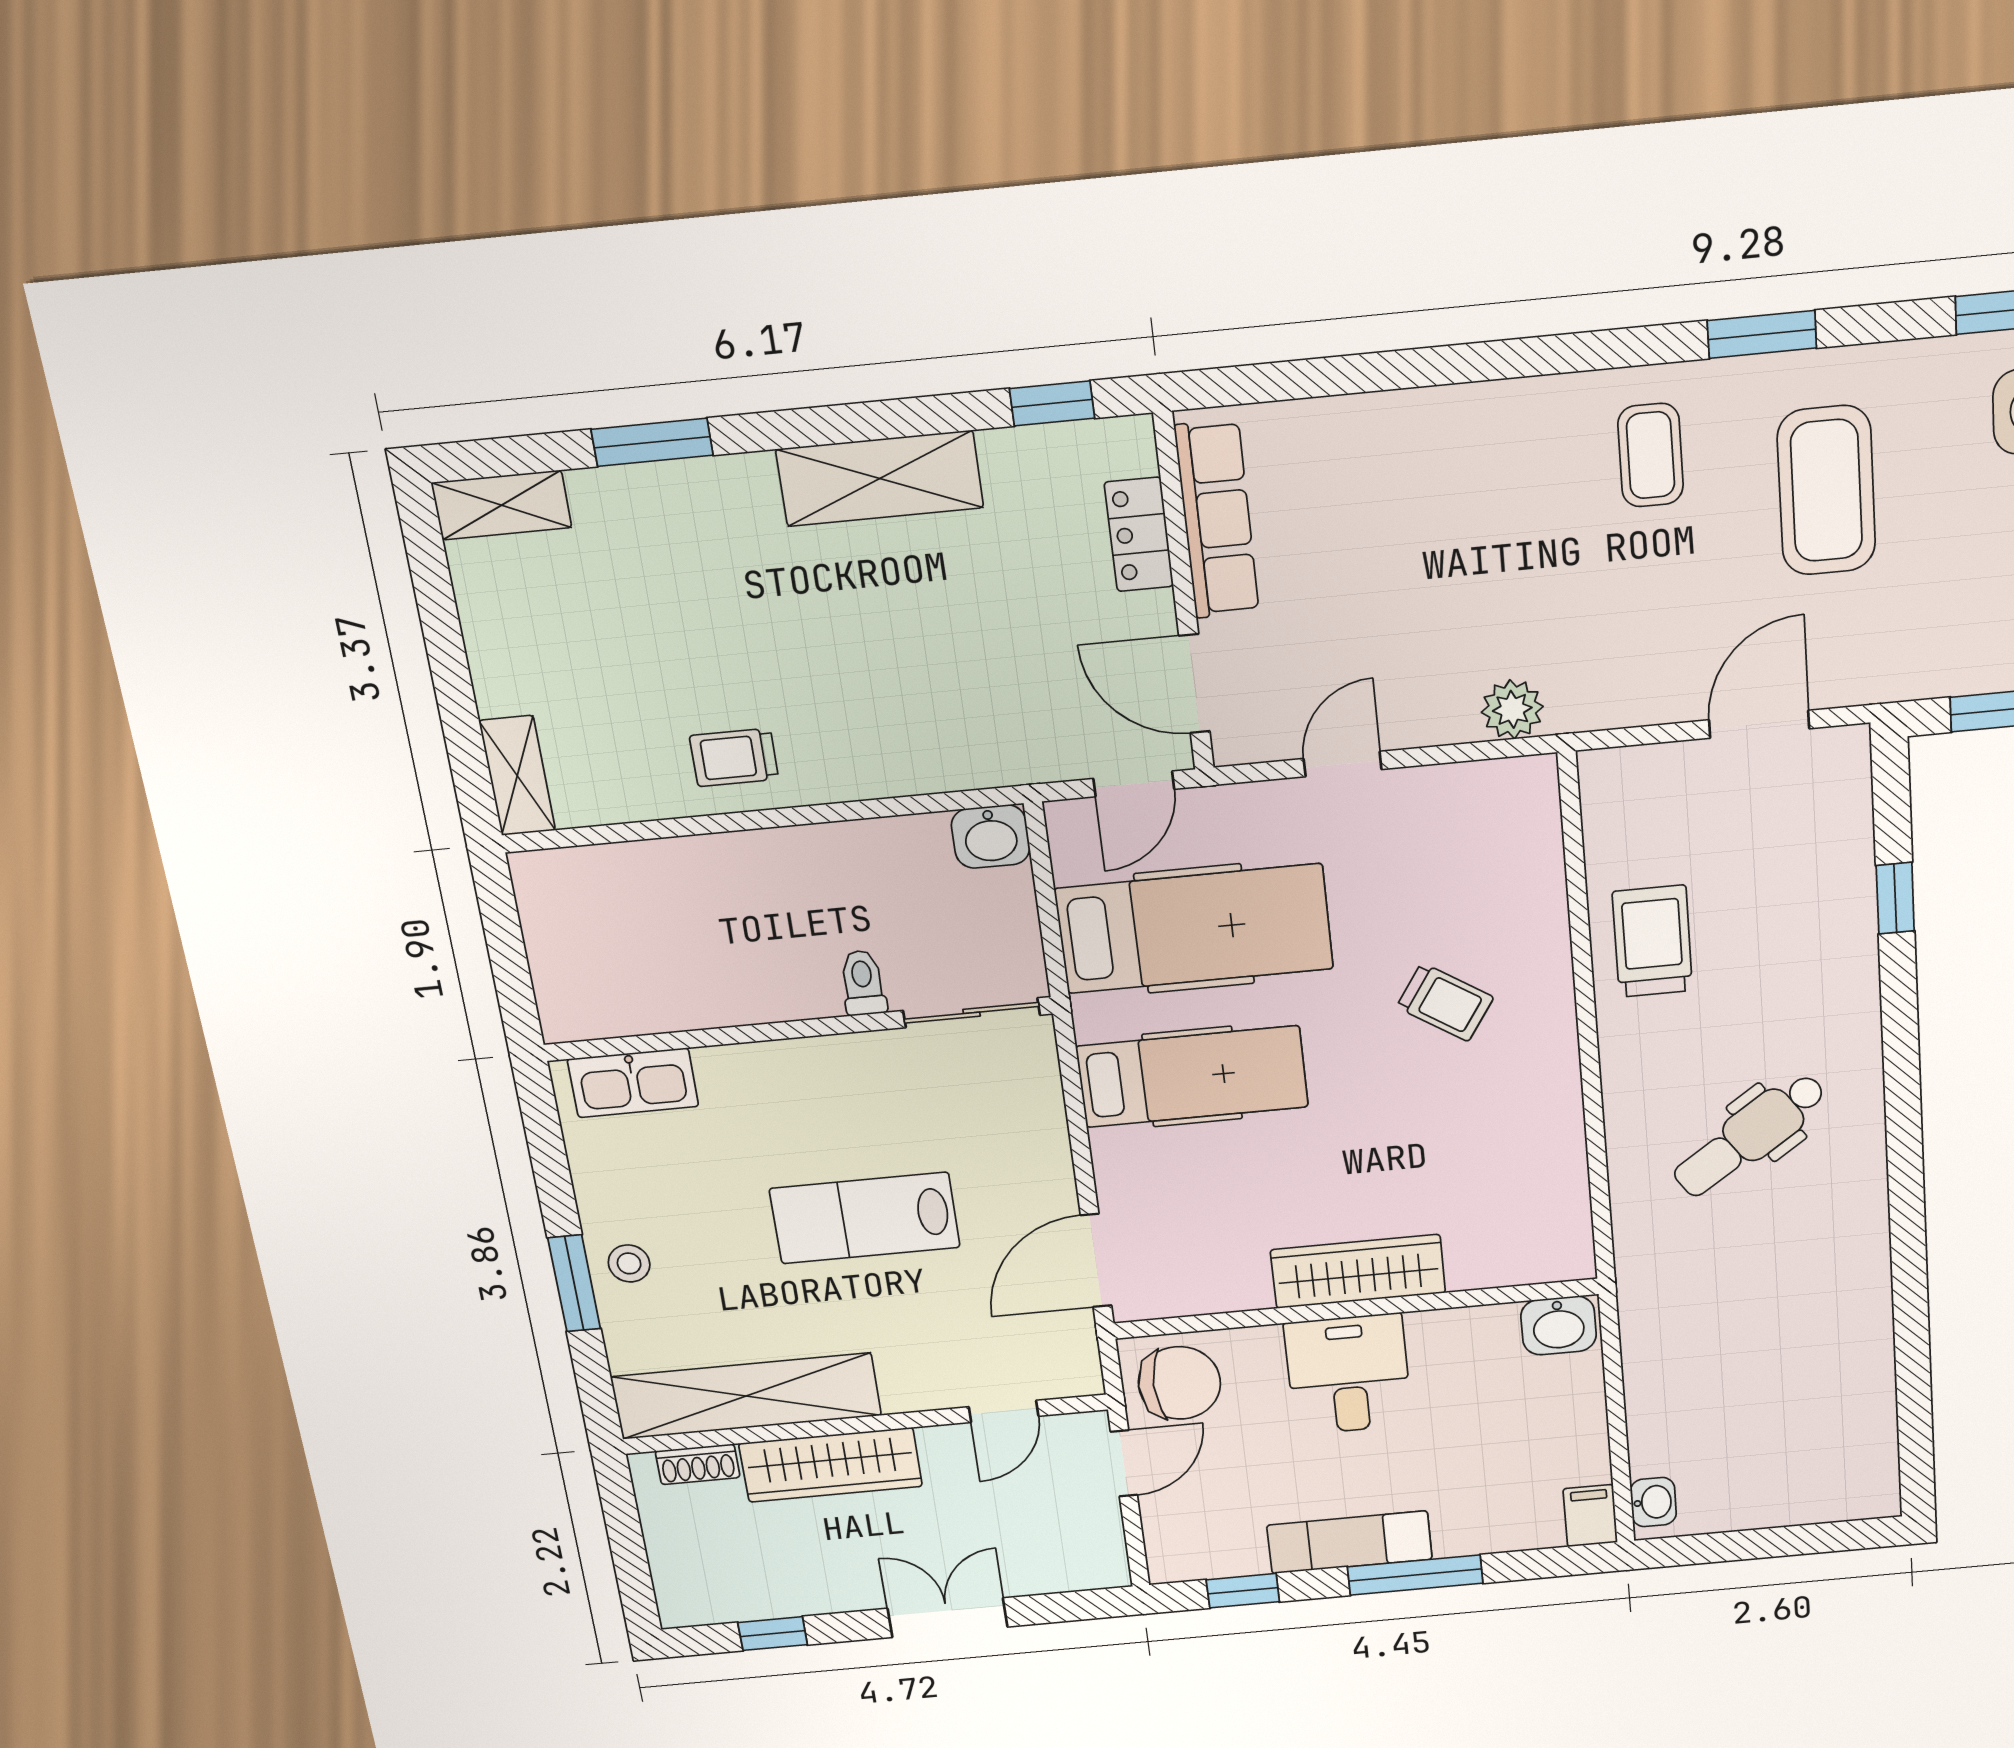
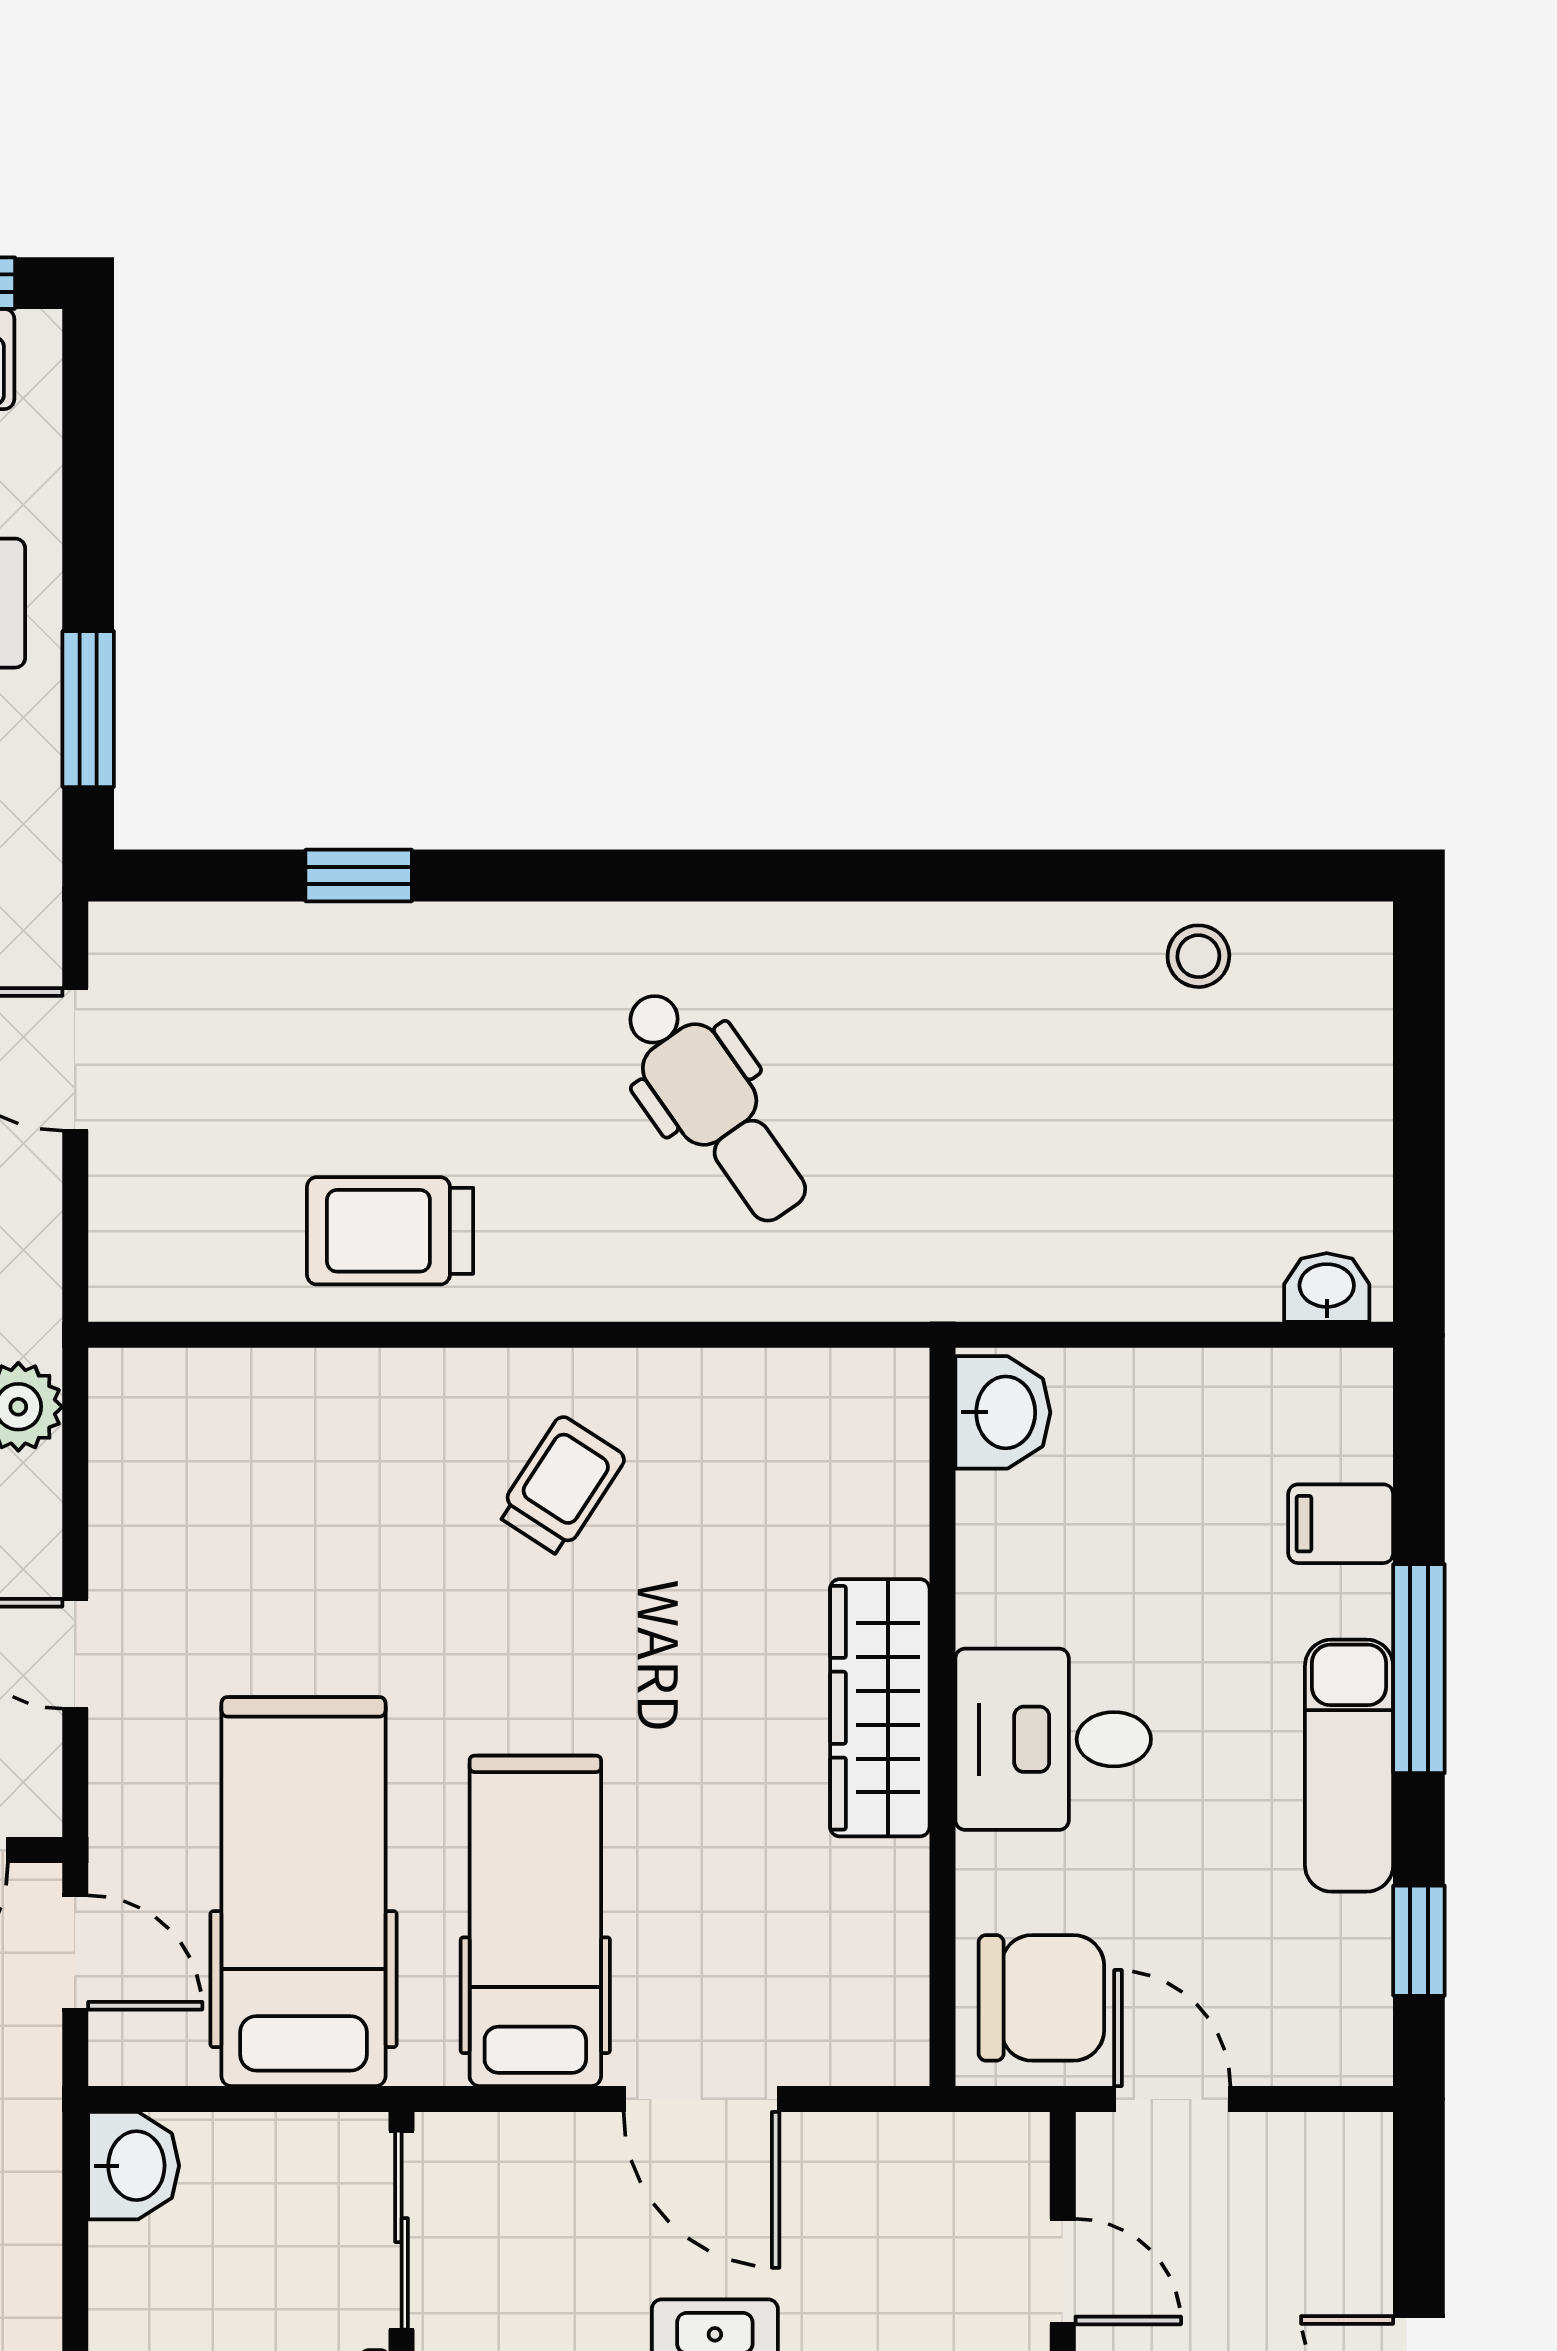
trolley: (1445, 1002) -> (561, 1486), moved
door: (1096, 1261) -> (702, 2099), moved
chair: (1179, 1383) -> (1041, 1998), turned 90
stool: (1862, 1411) -> (1198, 956), added
filing cabinet: (1590, 1516) -> (1341, 1524), moved

